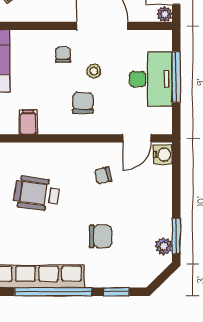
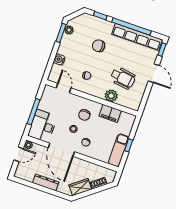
desk: (151, 79) -> (43, 126), moved
filing cabinet: (28, 122) -> (110, 113), width x2.00
door: (137, 138) -> (64, 88), hinge flipped
plant: (47, 154) -> (111, 96), added
water cooler: (163, 154) -> (59, 59), moved

